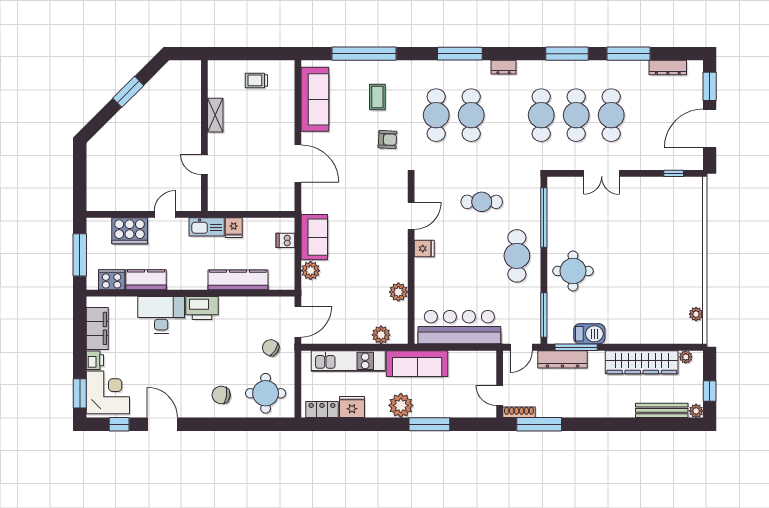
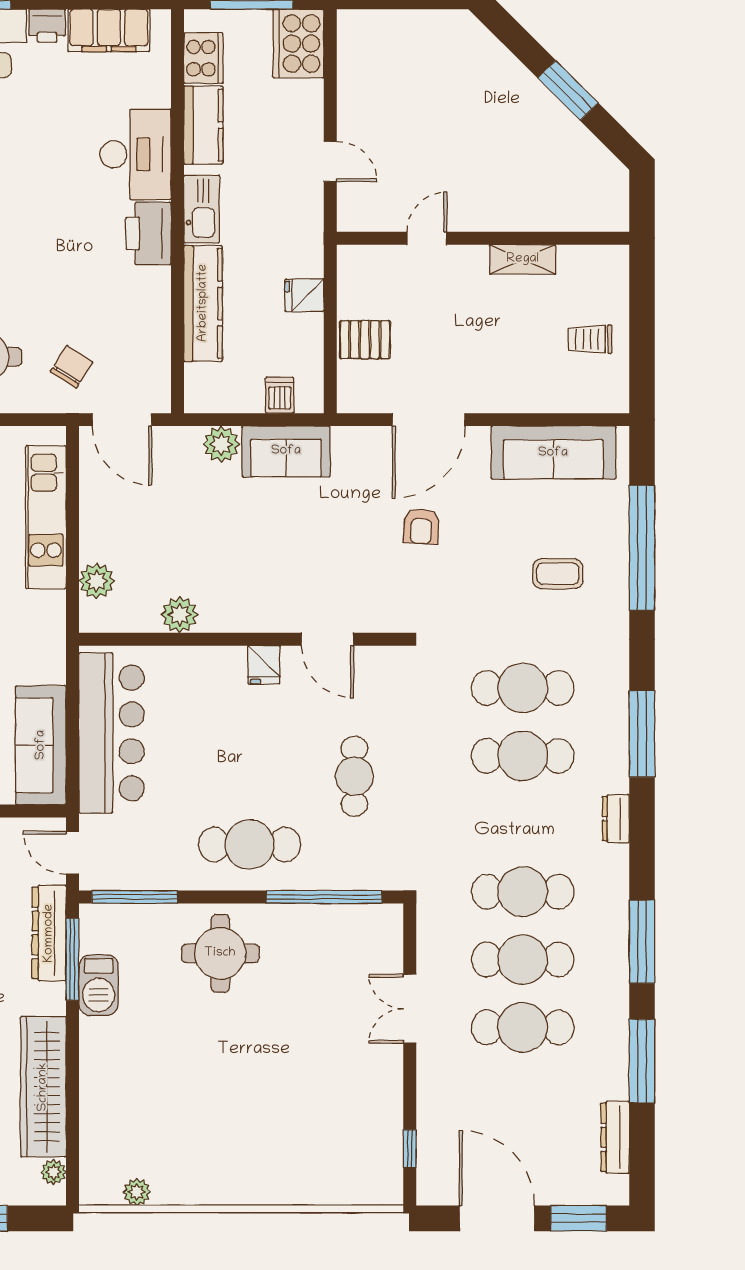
trolley: (256, 80) -> (590, 339), turned -90
armchair: (388, 140) -> (421, 526), moved
pallet: (257, 196) -> (365, 340), added
kitchen sink: (207, 227) -> (202, 209), moved, turned 180
cooker: (130, 231) -> (298, 44), moved
sofa: (417, 364) -> (41, 745), moved

